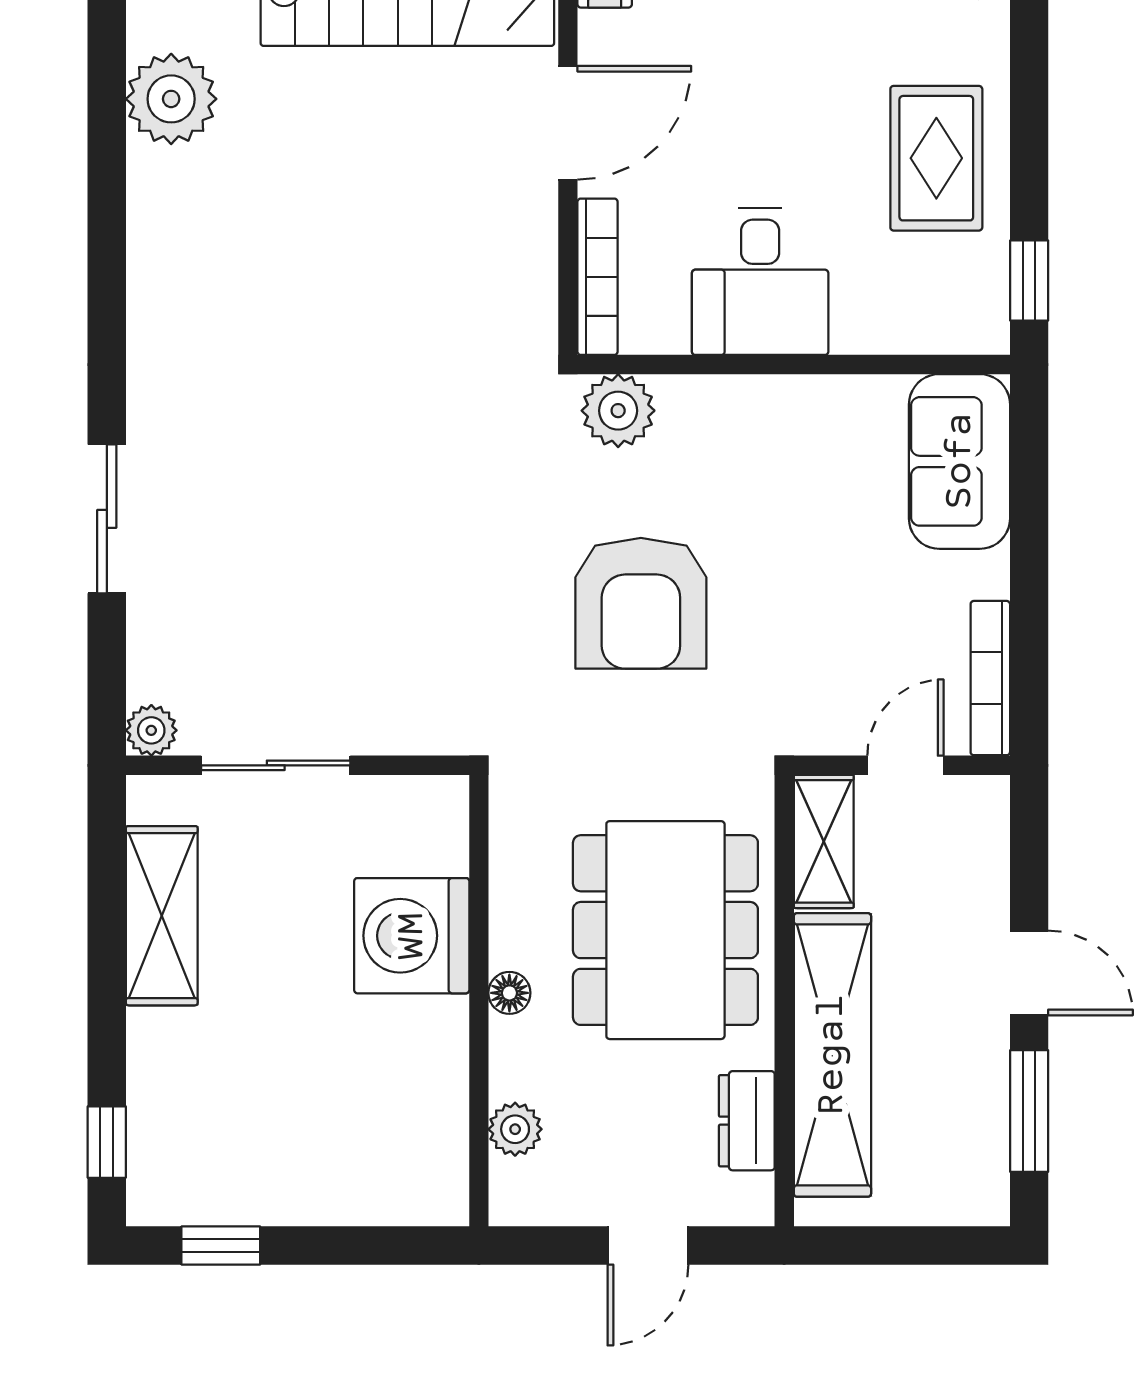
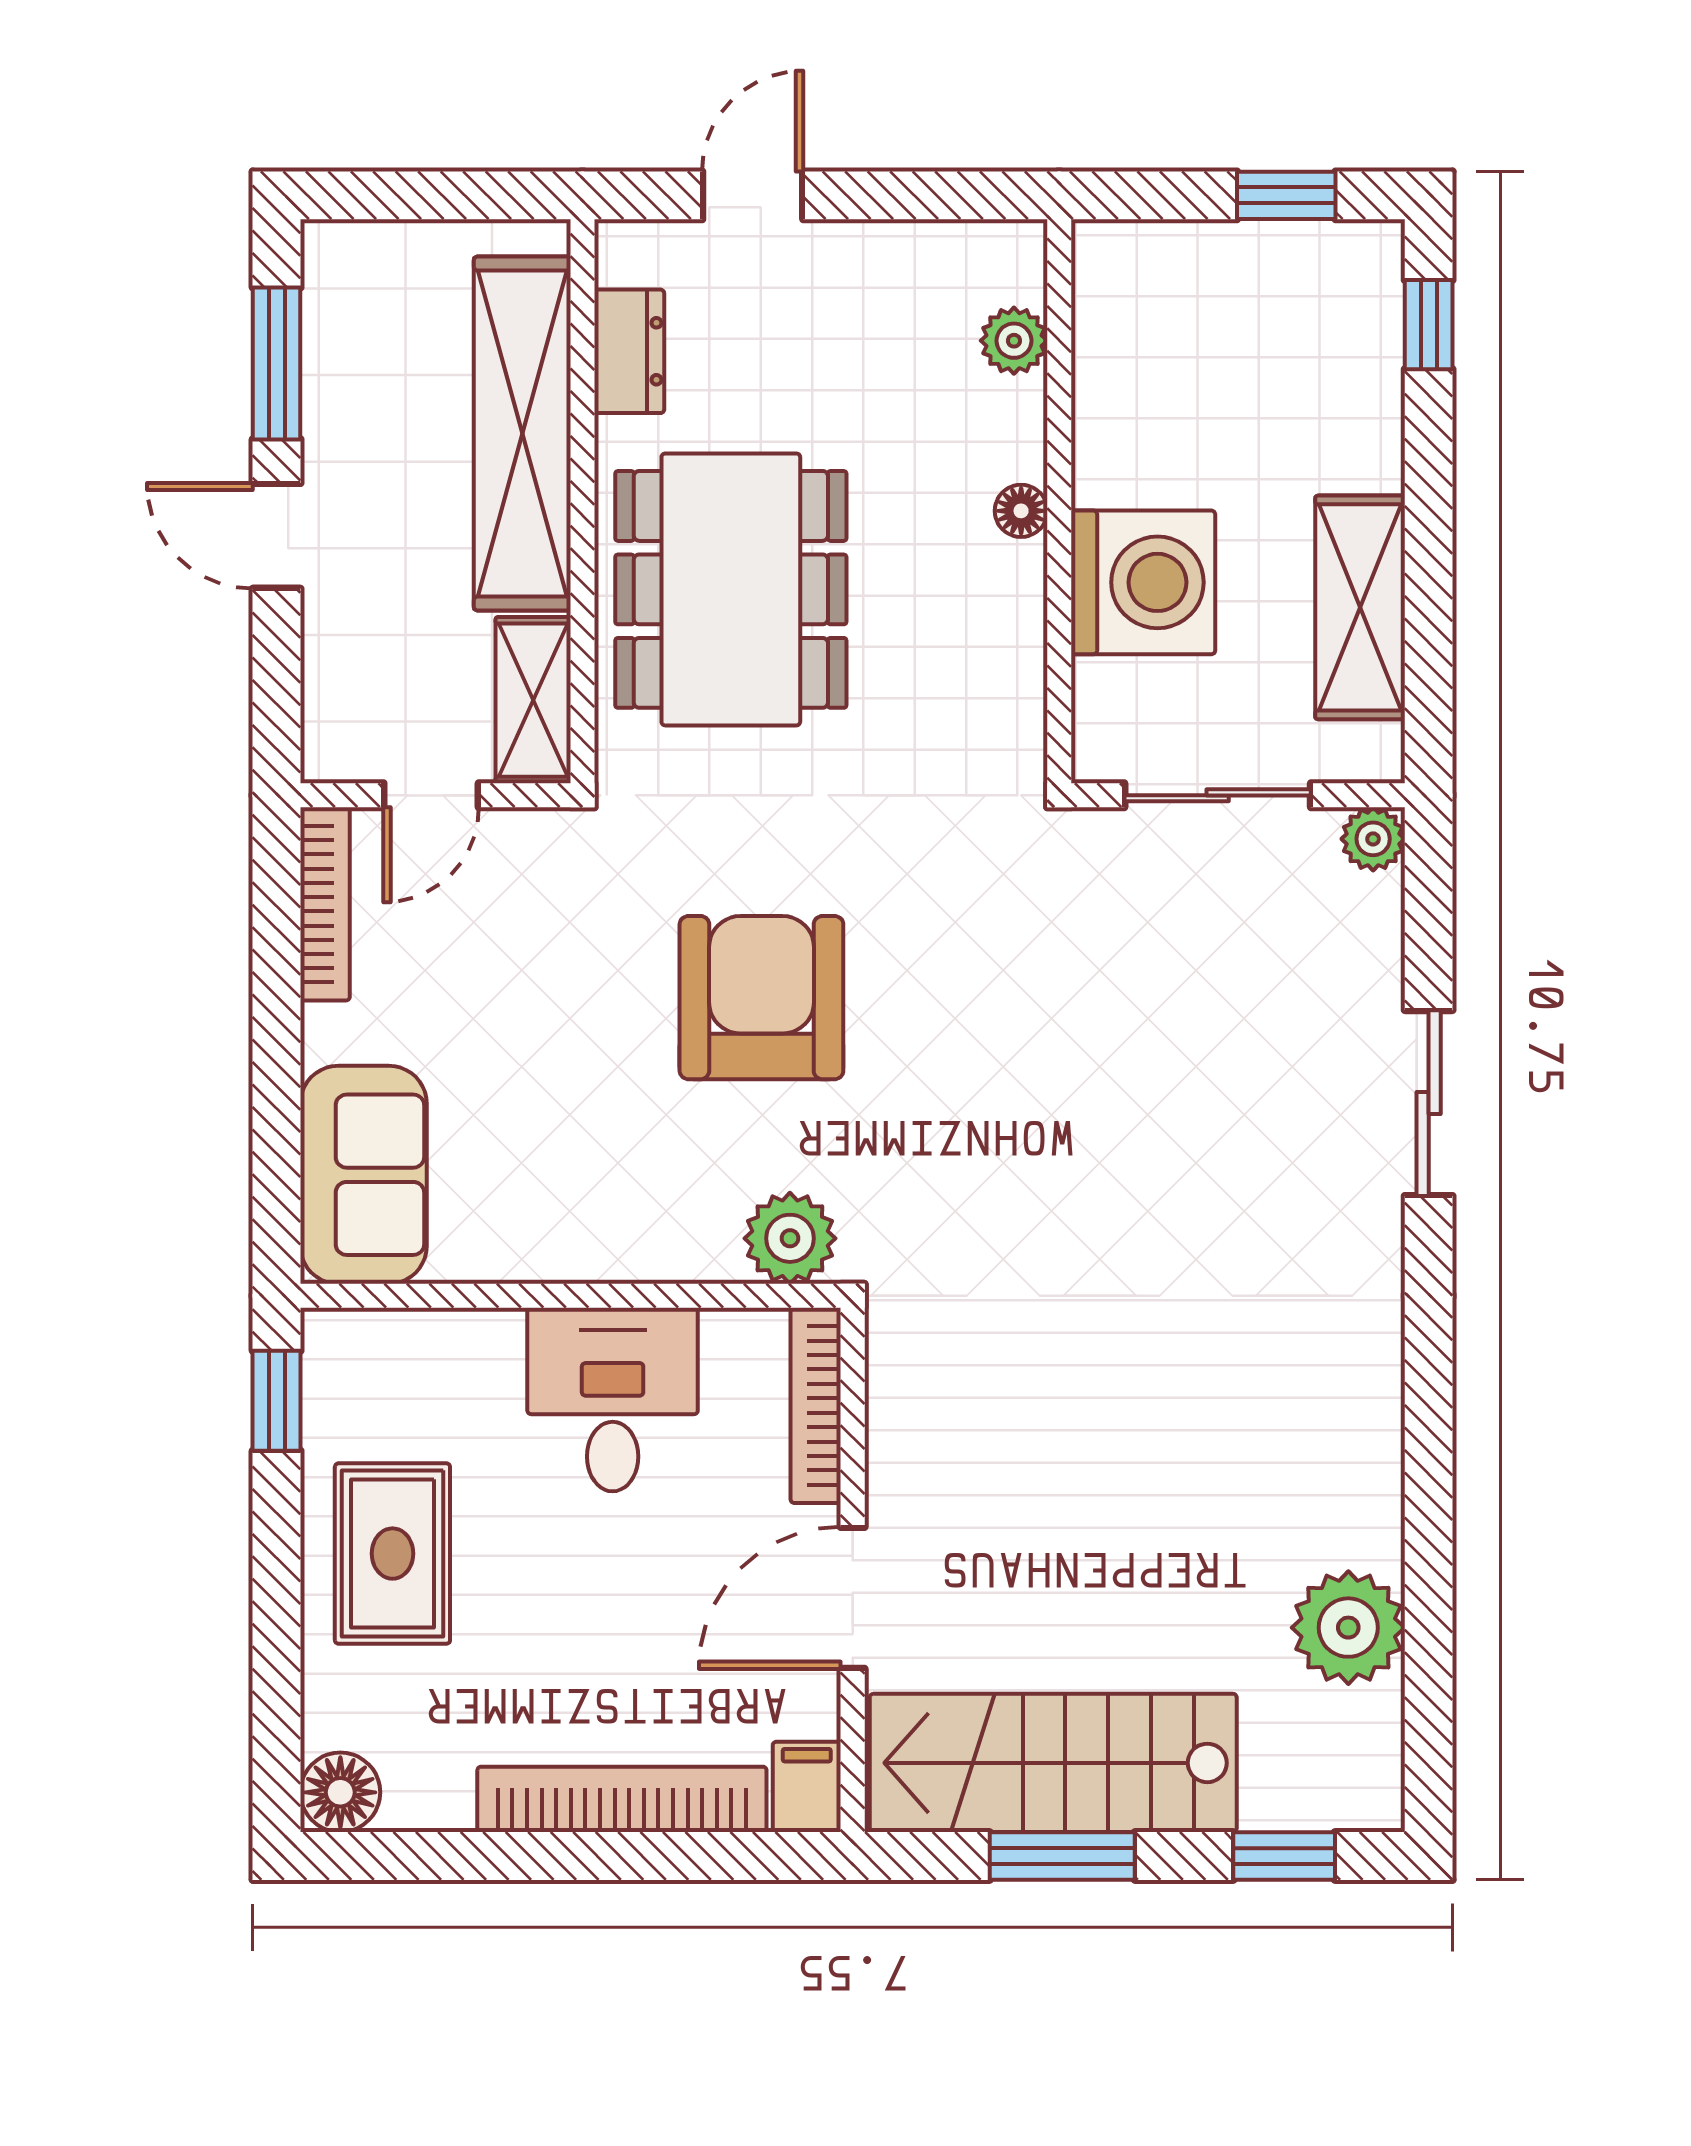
washing machine: (412, 936) -> (1143, 582), moved
floor lamp: (509, 993) -> (1021, 511), moved
wall: (479, 1001) -> (1059, 501), moved
plant: (515, 1129) -> (1014, 341), moved

